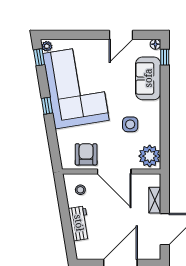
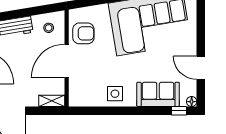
side table: (130, 124) -> (115, 94), moved
plant: (150, 156) -> (82, 96), removed
shelving: (155, 200) -> (52, 101), moved

